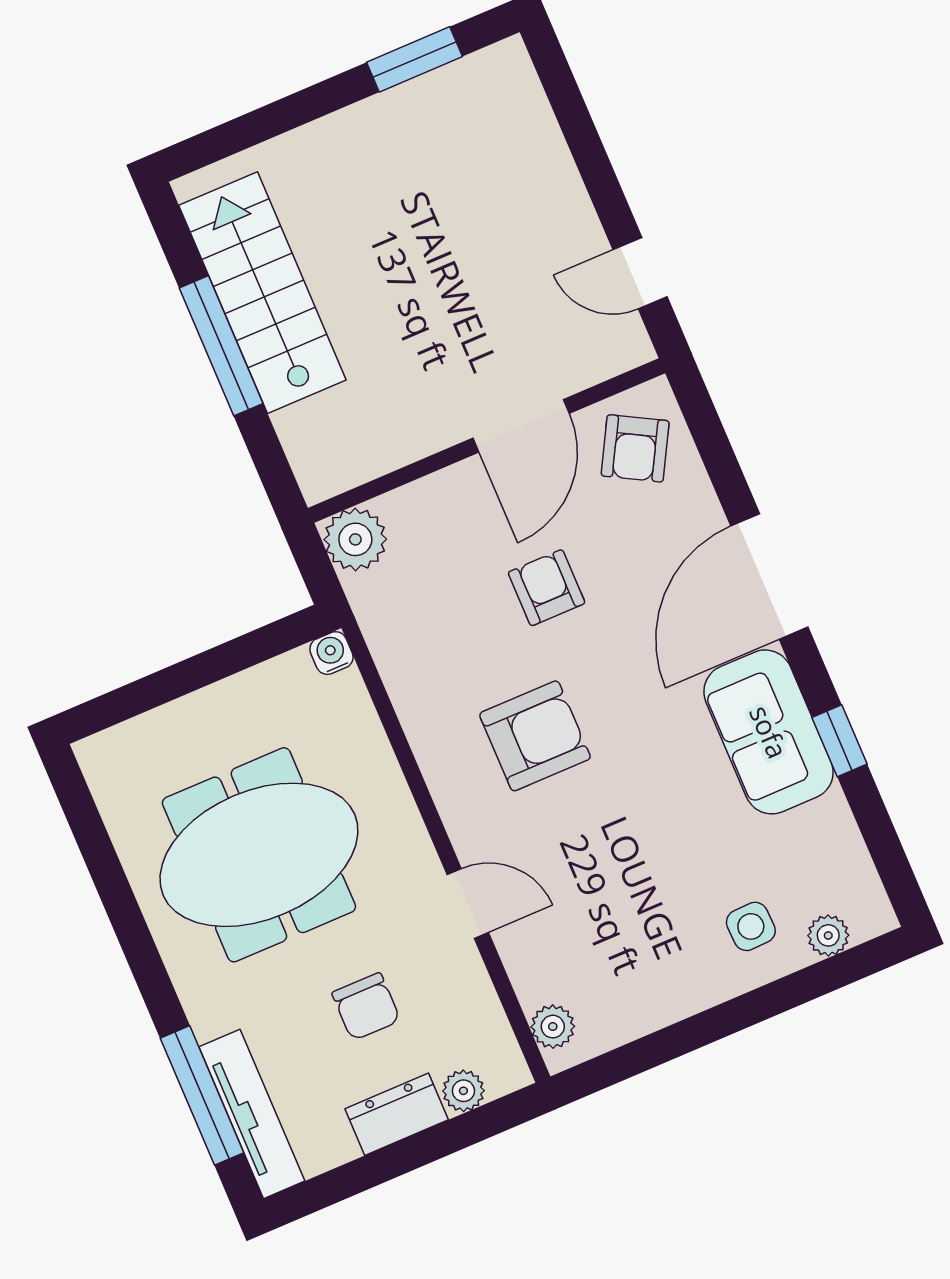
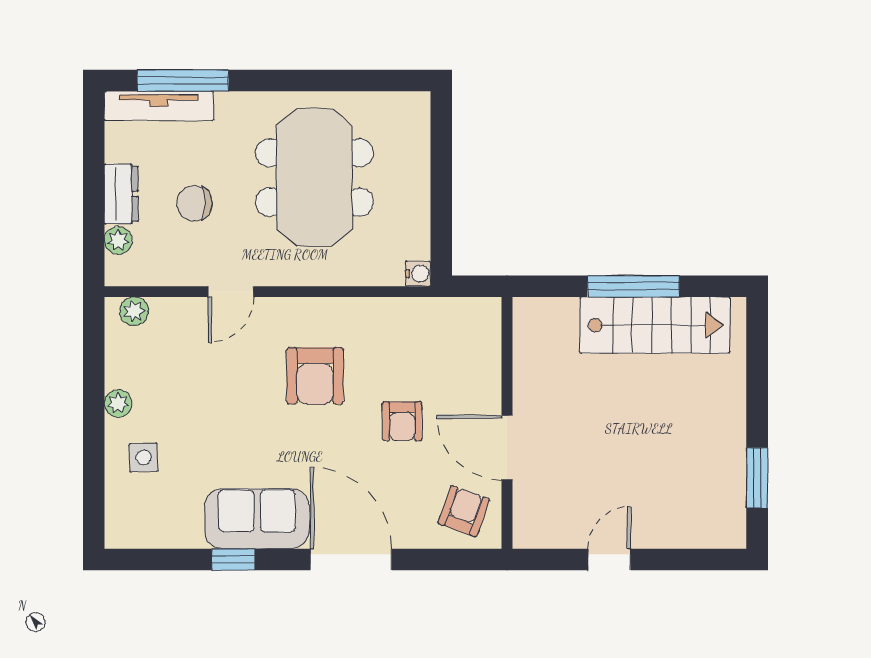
door: (640, 273) -> (609, 559), moved
armchair: (635, 448) -> (464, 511), turned 81
plant: (355, 539) -> (481, 318), removed
armchair: (547, 588) -> (402, 421), turned 90
plant: (828, 935) -> (118, 403), moved

